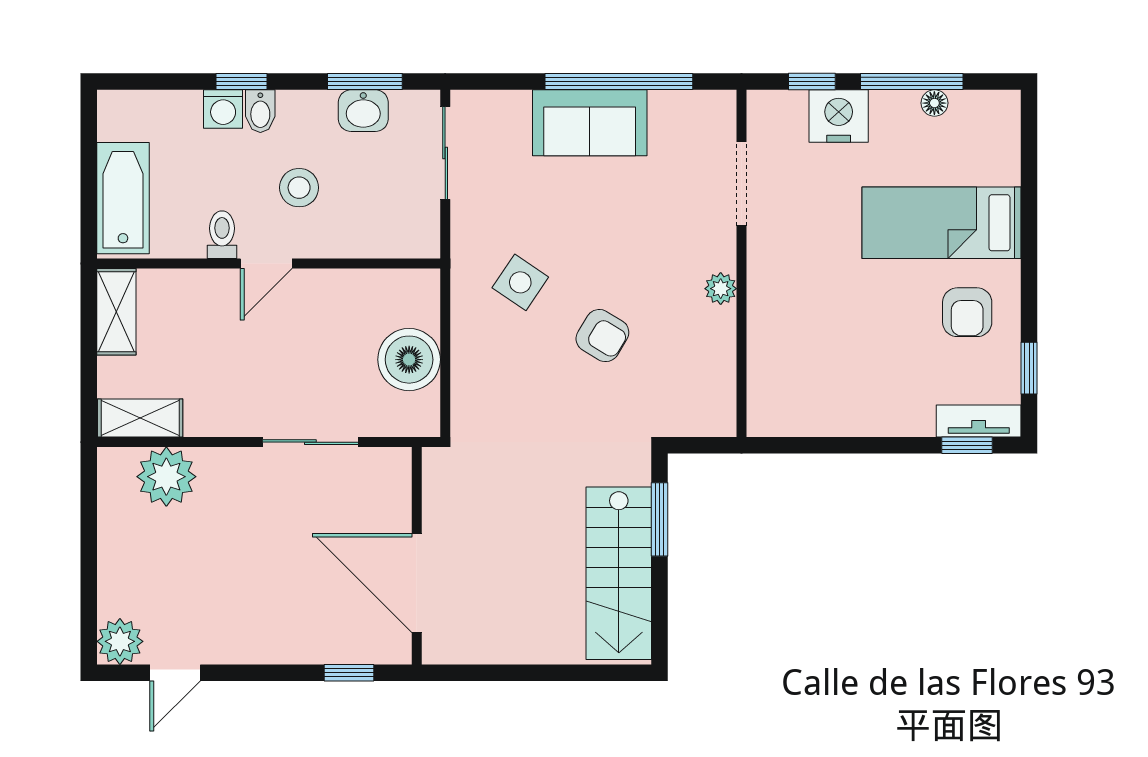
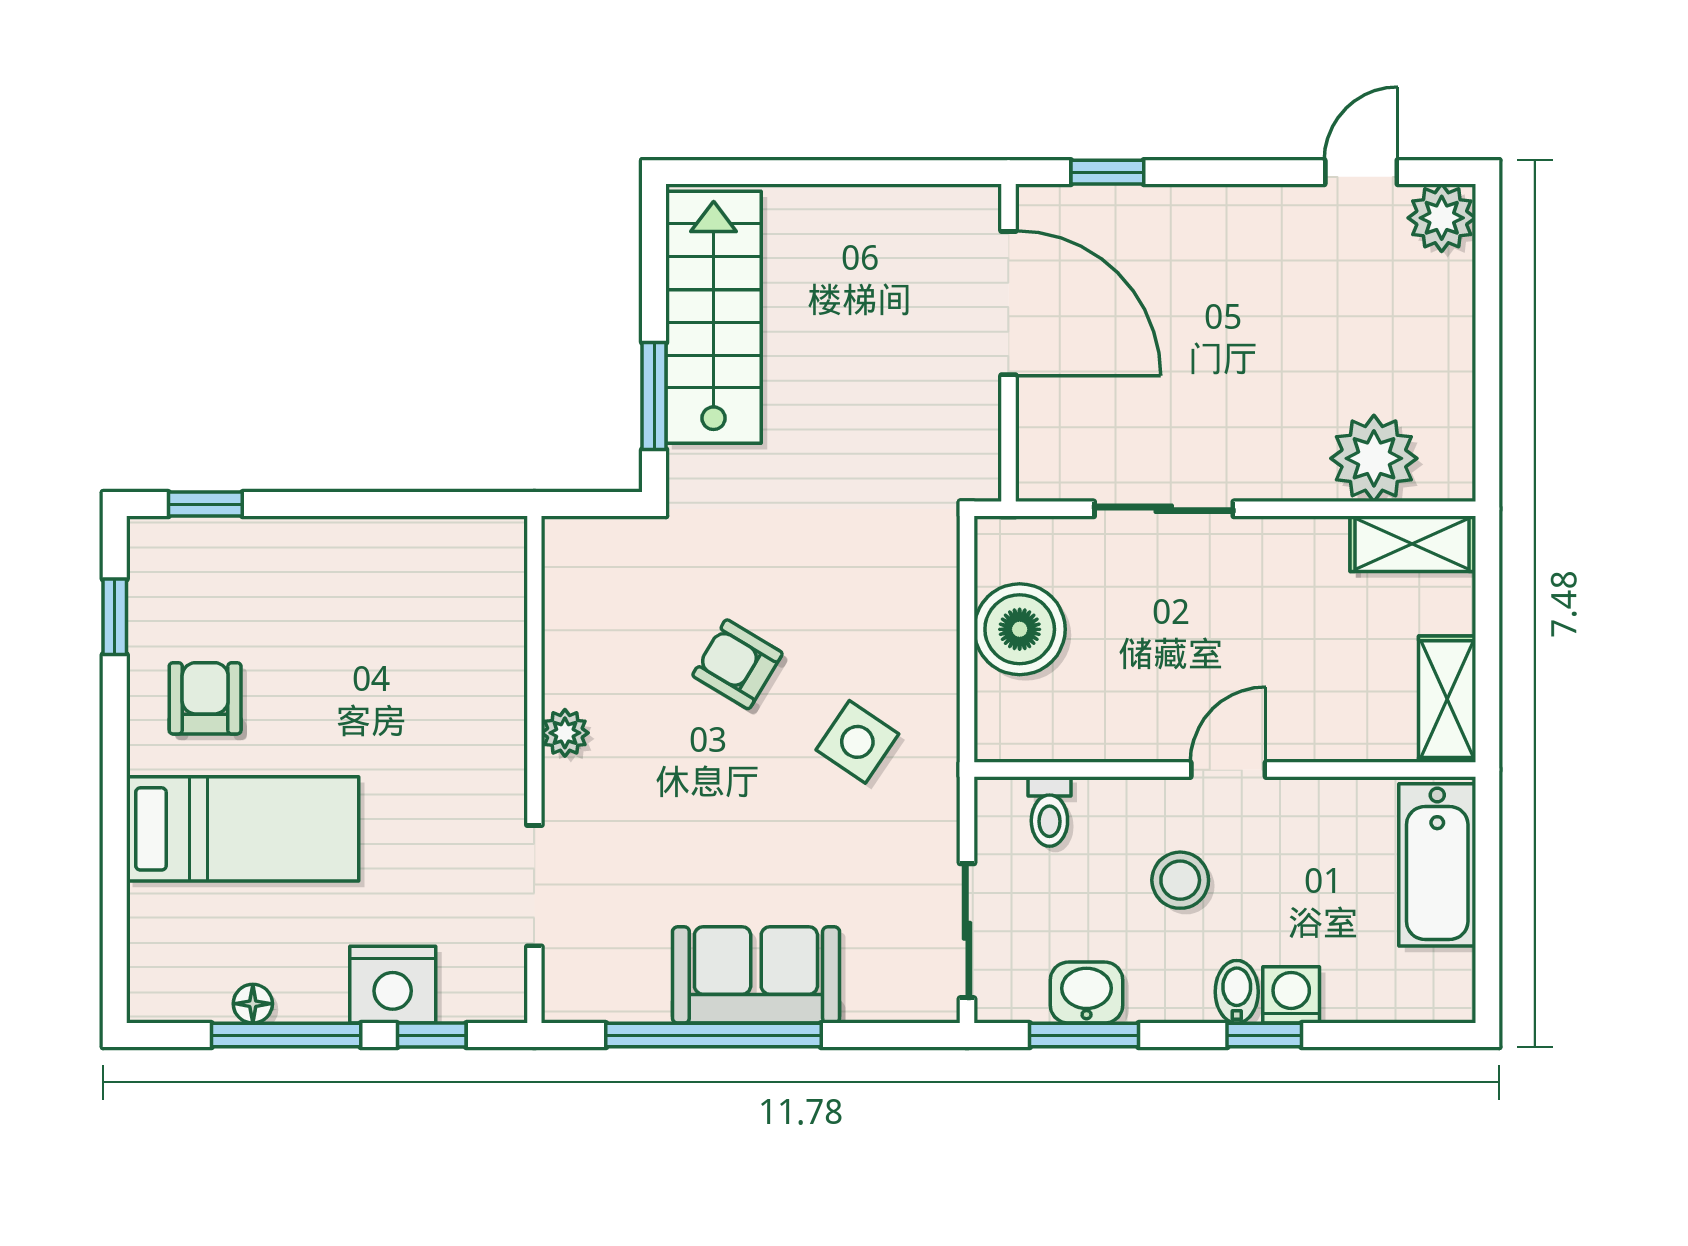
toilet: (222, 235) -> (1049, 812), moved
tv unit: (979, 421) -> (188, 539), removed

